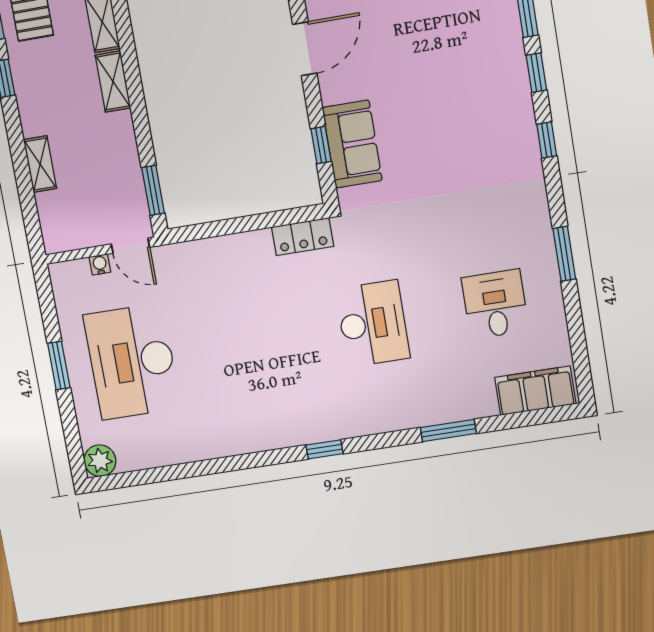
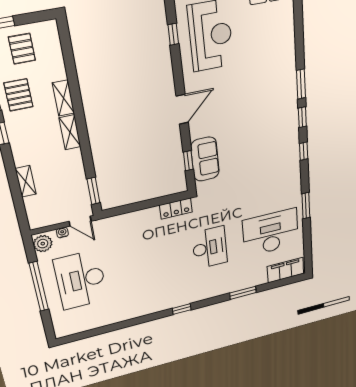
desk: (495, 304) -> (271, 233), width x1.87, depth x1.30
window: (59, 366) -> (39, 287), width x2.11
plant: (100, 461) -> (43, 244), moved

